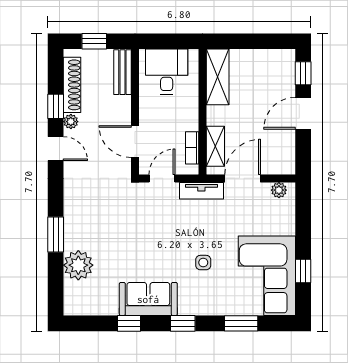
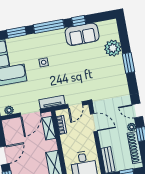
sofa: (148, 299) -> (82, 34), moved
window: (183, 323) -> (49, 26), width x2.17

